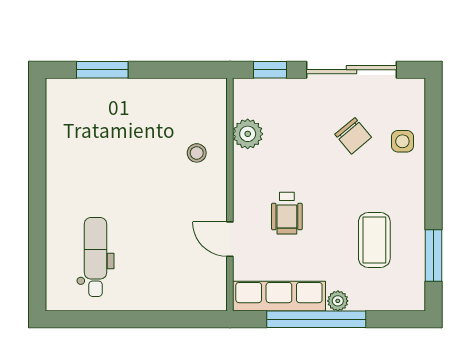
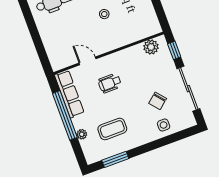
plant: (248, 134) -> (151, 47), moved
stool: (197, 153) -> (104, 14), moved
door: (230, 239) -> (88, 61), hinge flipped
plant: (338, 301) -> (82, 134), moved

